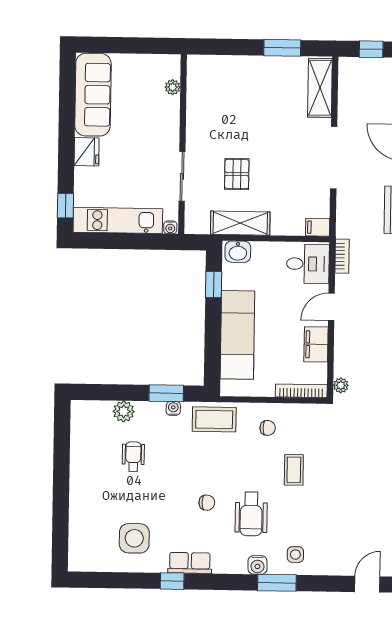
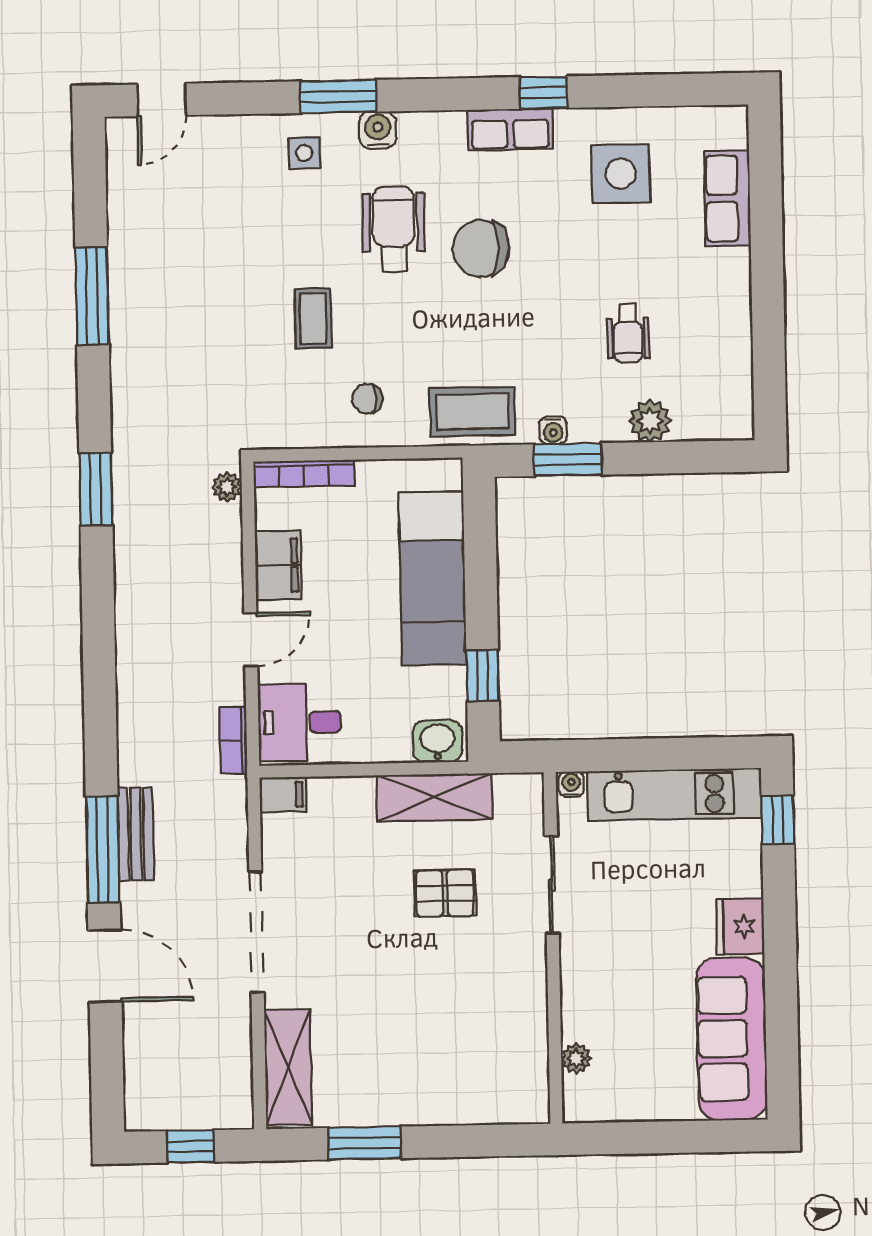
pallet: (237, 174) -> (445, 893), turned 90
chair: (207, 503) -> (481, 248), width x1.87, depth x1.87
row of seats: (80, 524) -> (727, 198), added

